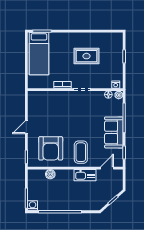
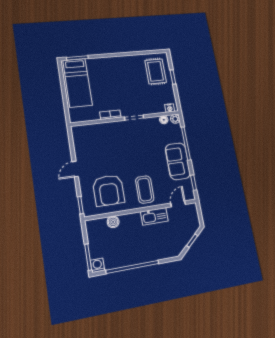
rug: (86, 56) -> (156, 71), moved, turned 90

